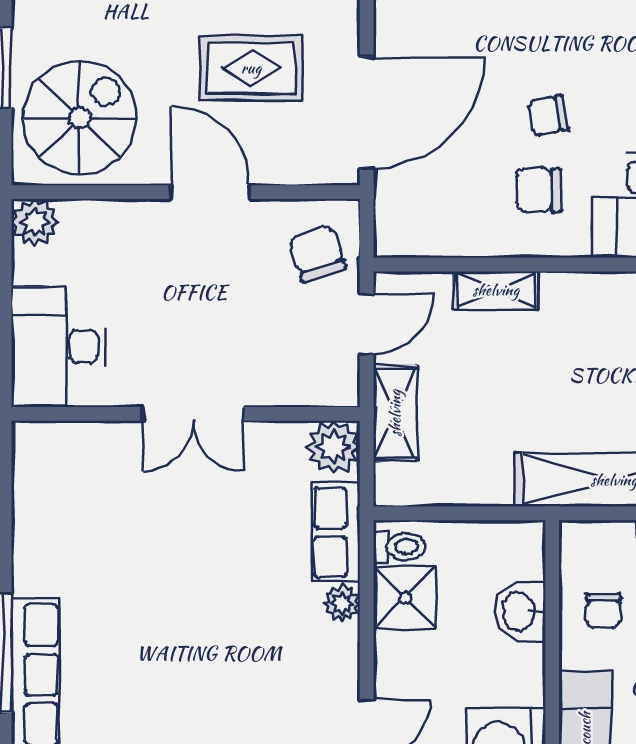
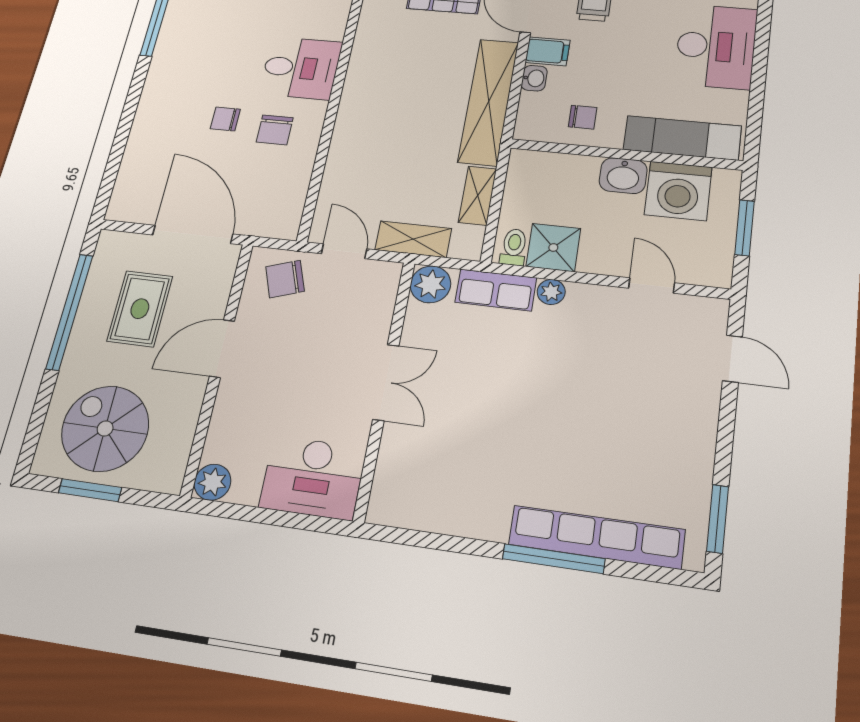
chair: (548, 116) -> (225, 119), turned 101
spiral stairs: (80, 118) -> (105, 428), moved
shelving: (496, 290) -> (478, 196), moved
washbasin: (520, 612) -> (623, 176), moved

